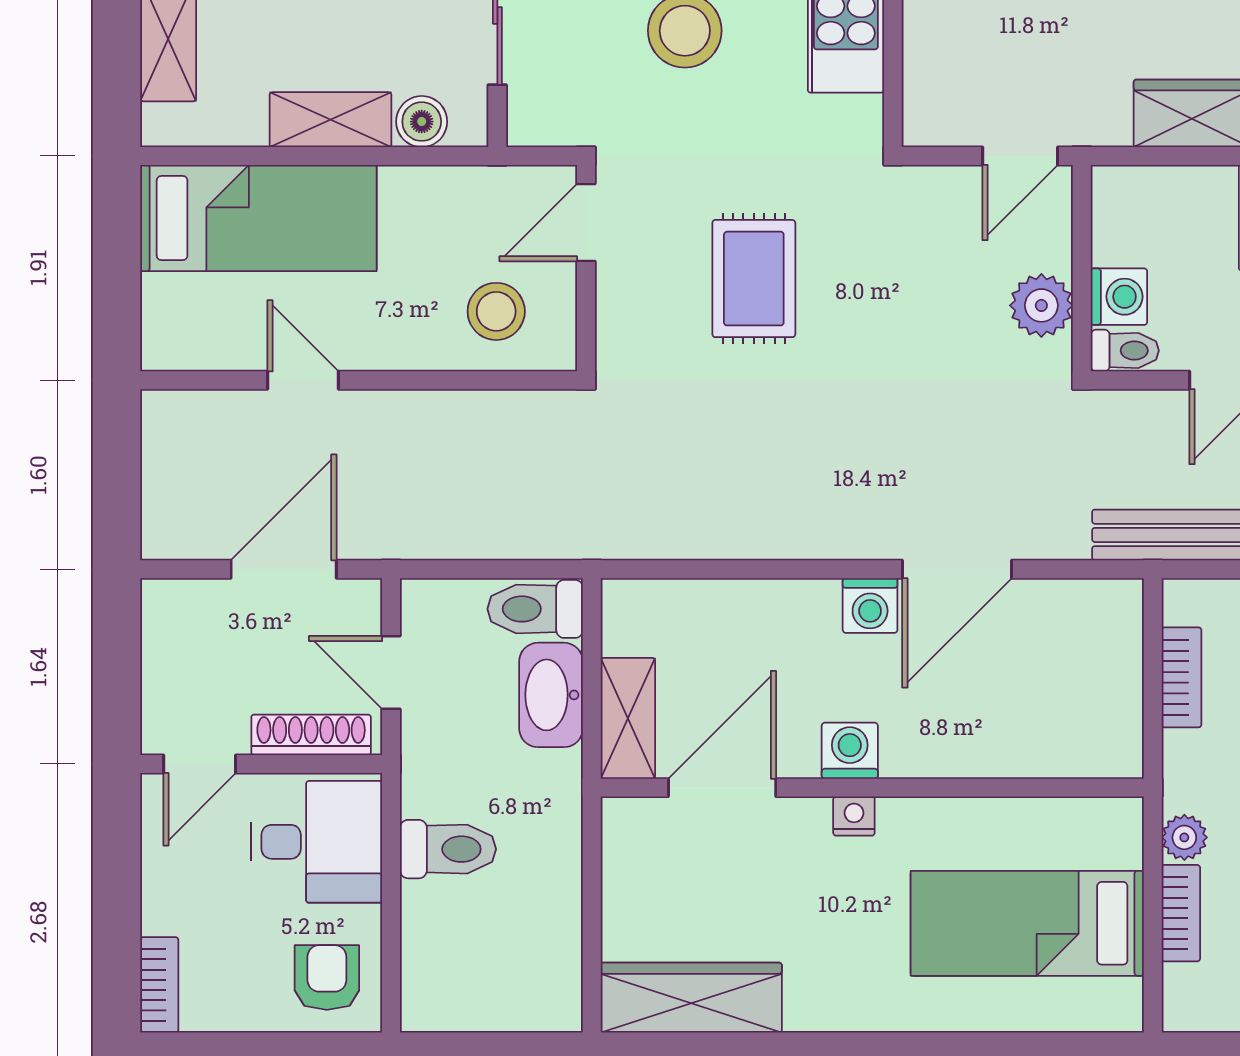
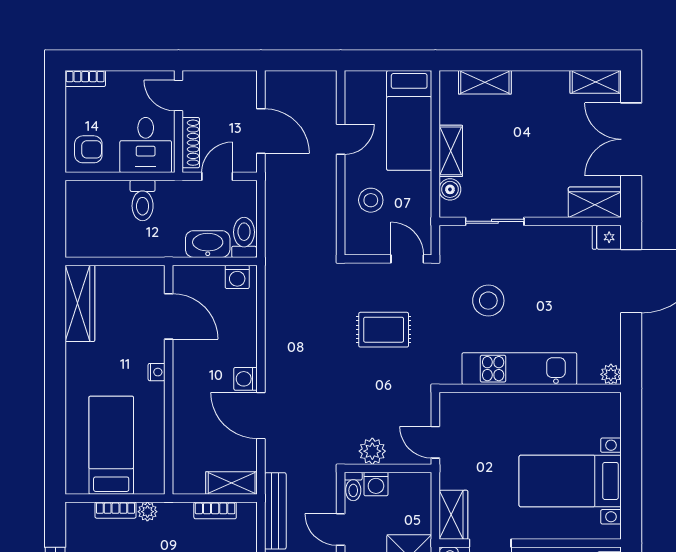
stool: (496, 311) -> (371, 200), moved
shelving: (628, 718) -> (232, 483), moved
washing machine: (850, 751) -> (237, 277), moved, turned 90

